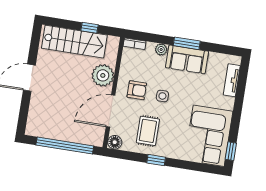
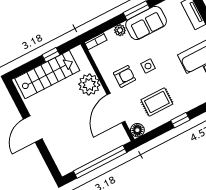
rug: (148, 131) -> (157, 102), turned 90

